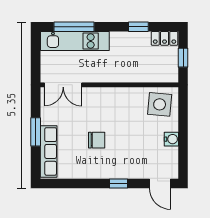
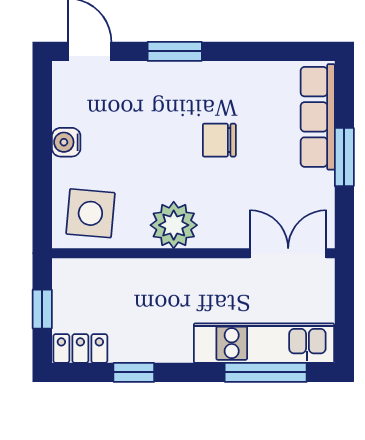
plant: (119, 99) -> (174, 225), added
window: (118, 183) -> (175, 51), width x1.50

